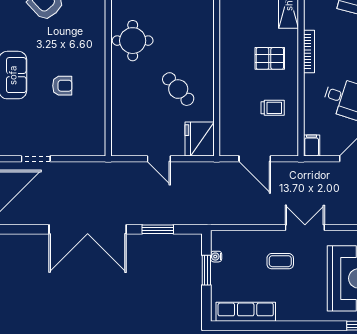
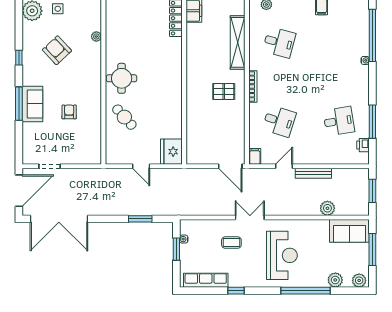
armchair: (62, 86) -> (69, 112), turned -90
cafe table: (178, 89) -> (124, 117), moved
trolley: (273, 108) -> (226, 128), removed
door: (255, 159) -> (230, 166), moved
double door: (88, 229) -> (59, 219), moved
window: (286, 326) -> (236, 291), added

